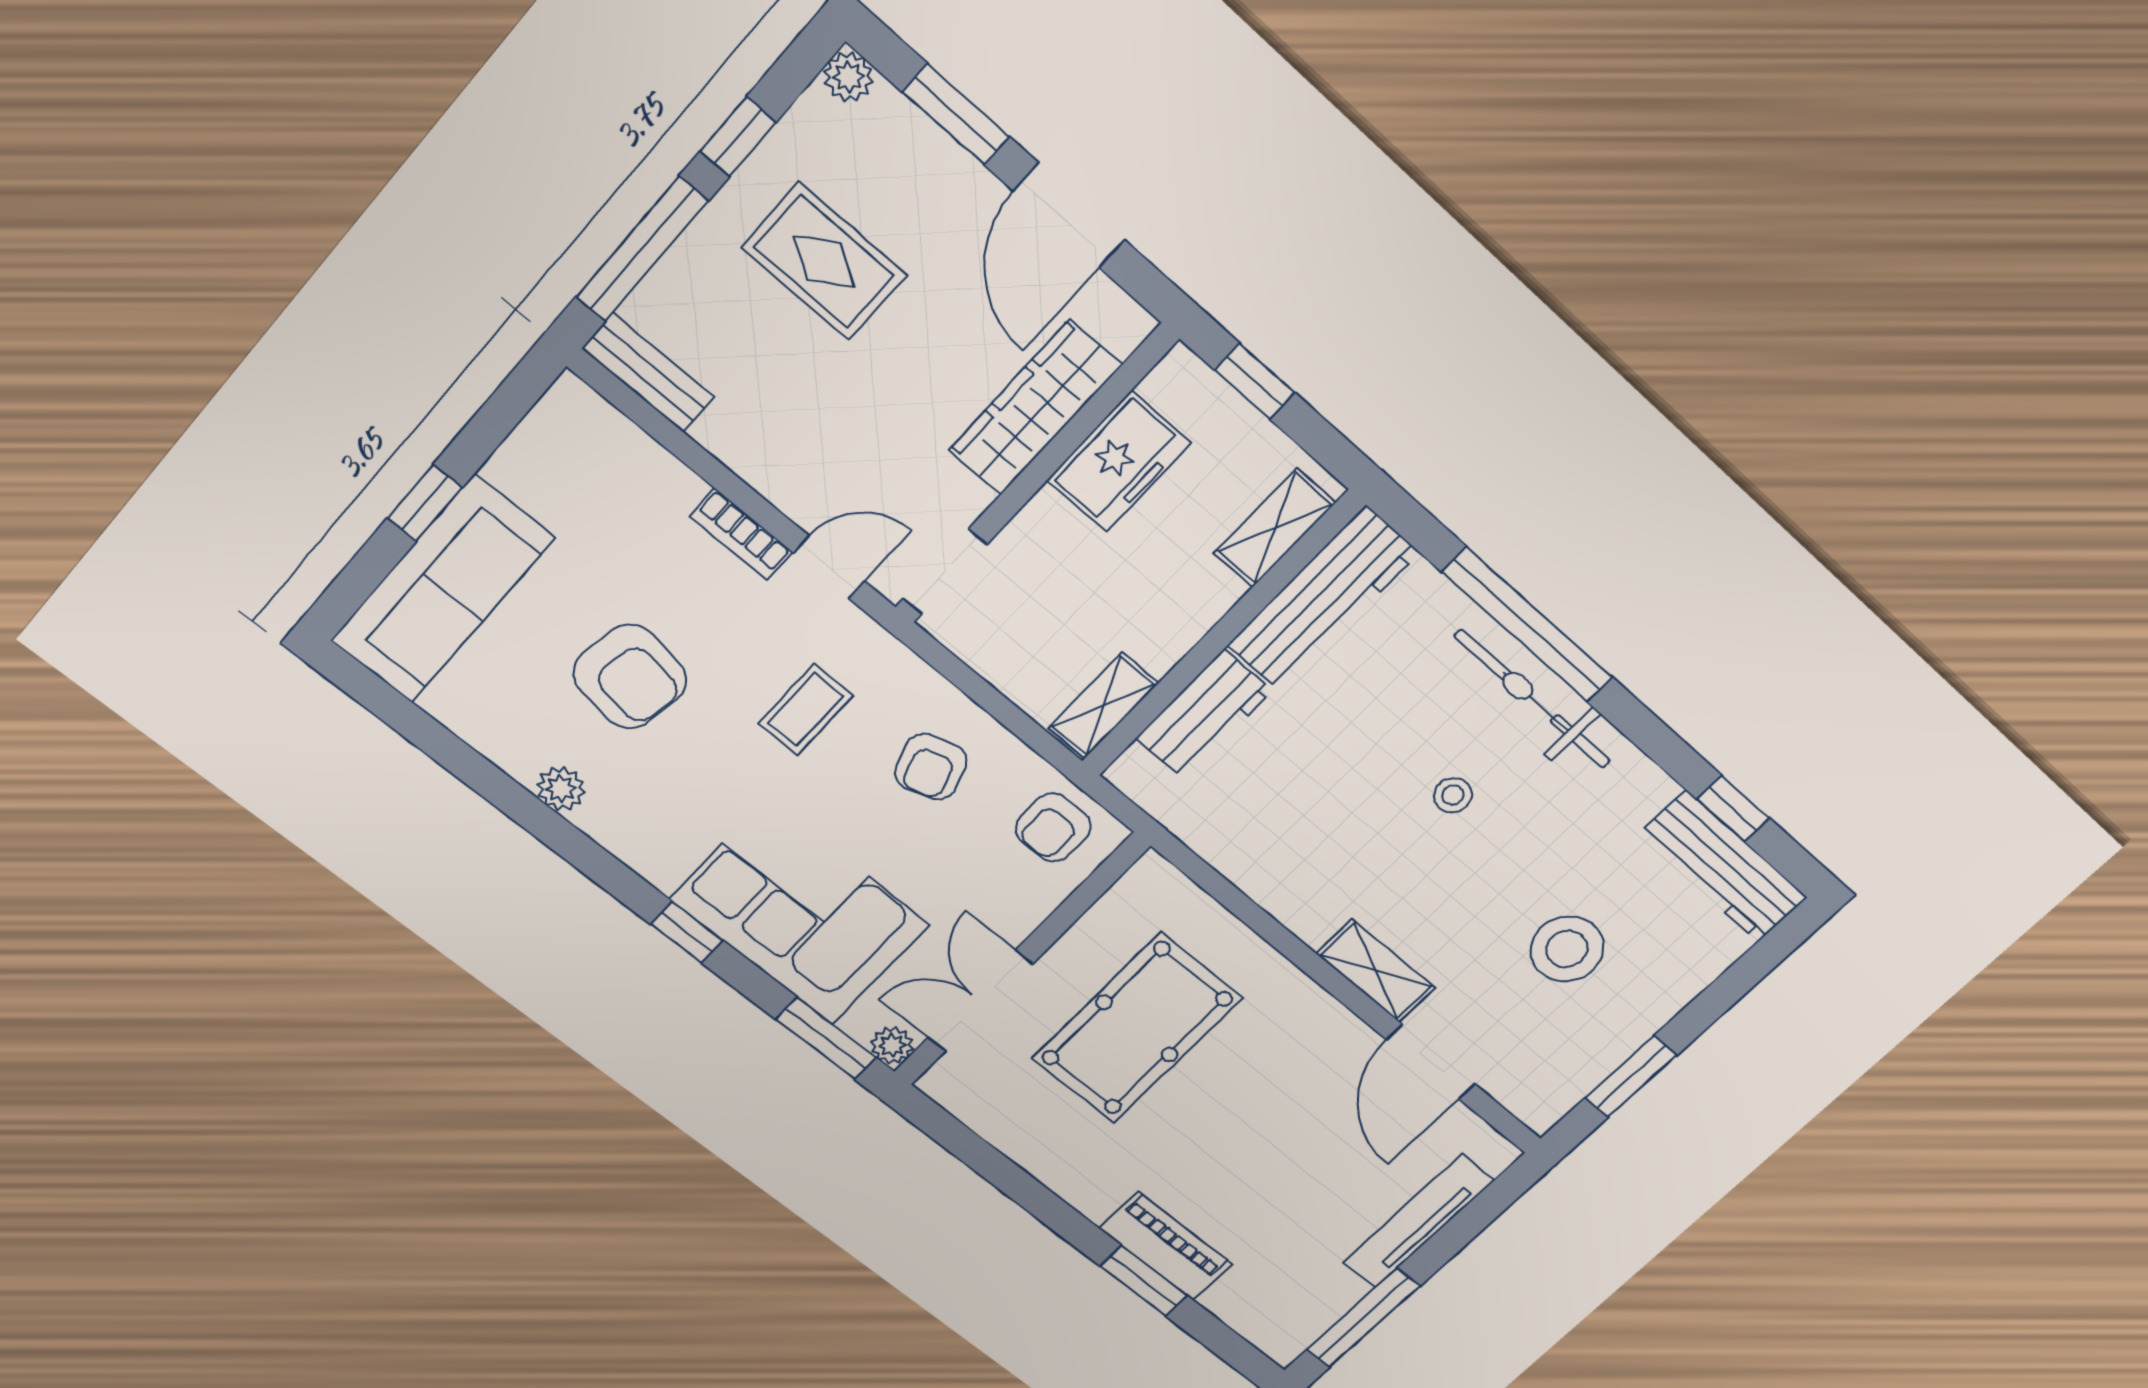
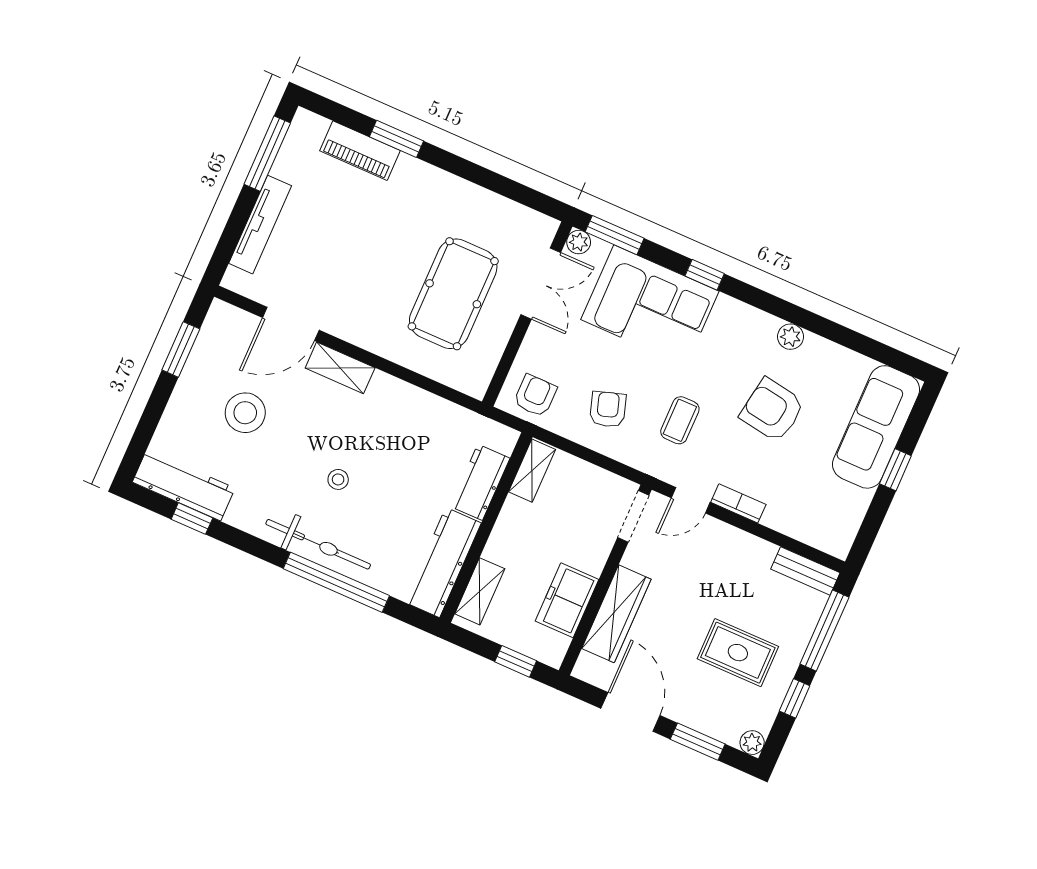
door: (1431, 1062) -> (291, 324), swing flipped
piano: (1166, 1246) -> (360, 151), moved

